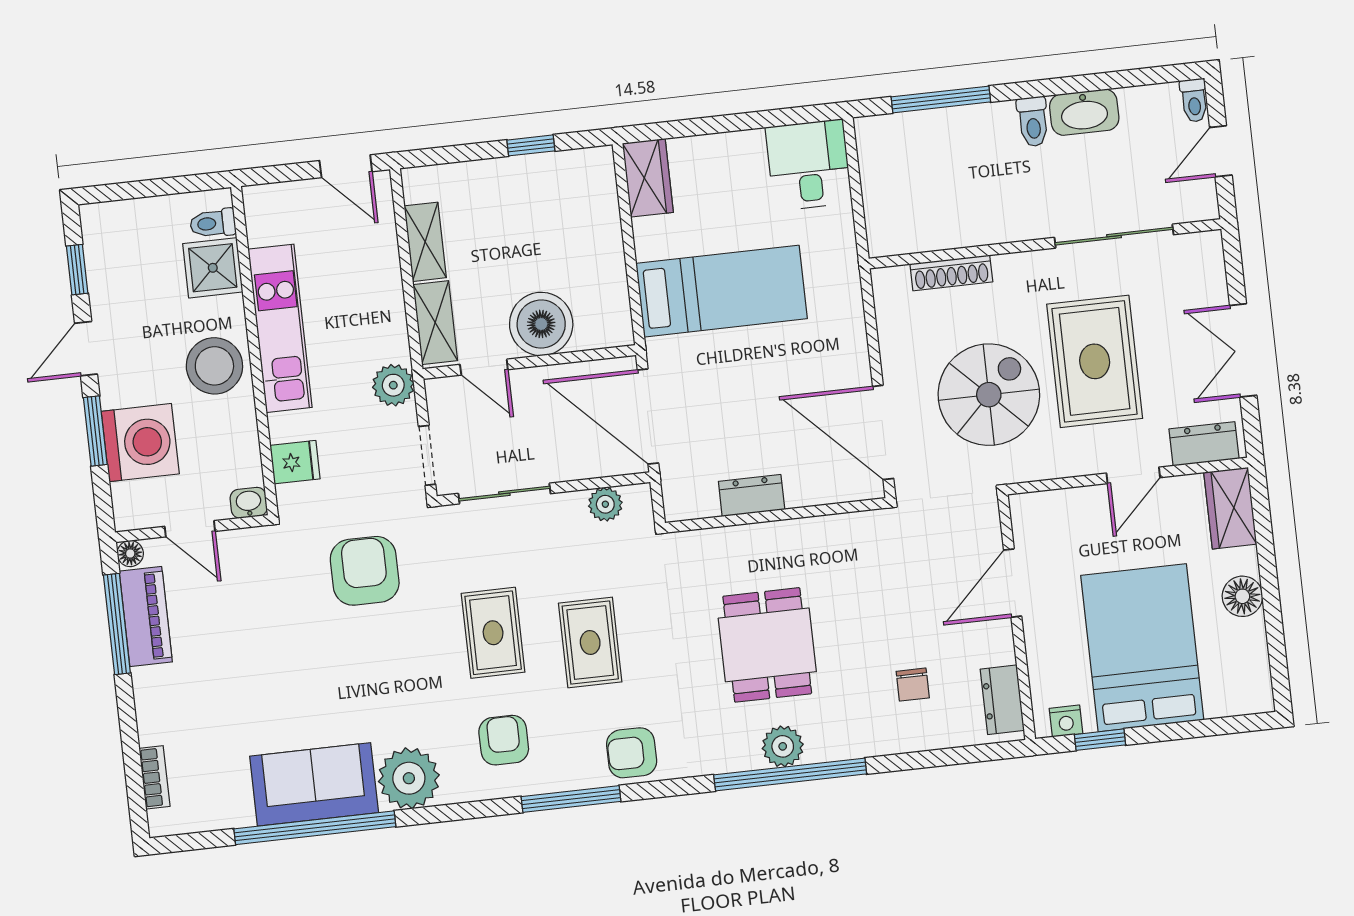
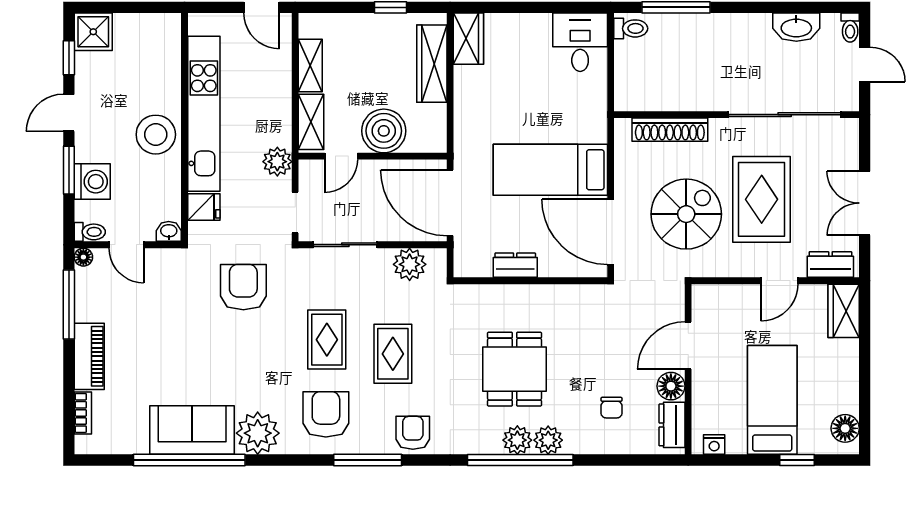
washbasin: (1084, 112) -> (796, 27), moved
toilet: (1033, 122) -> (631, 28), moved, turned -90
door: (1221, 151) -> (865, 65), swing flipped
wardrobe: (599, 220) -> (432, 64), added
toilet: (213, 223) -> (90, 232), moved, turned 180
sliding door: (1114, 236) -> (785, 115), width x1.36
shower: (213, 268) -> (93, 32), moved
shoe rack: (951, 273) -> (670, 130), width x1.36, depth x1.24
bed: (721, 291) -> (550, 170), moved, turned 180
kitchen unit: (280, 328) -> (204, 114), width x1.36
door: (484, 367) -> (341, 156), hinge flipped
washing machine: (140, 443) -> (92, 182), width x0.73, depth x0.73
plant: (605, 504) -> (410, 264), width x1.38, depth x1.38
floor lamp: (1242, 596) -> (845, 428), moved
piano: (146, 617) -> (89, 356), moved
floor lamp: (995, 644) -> (671, 386), added
bed: (1142, 648) -> (772, 400), width x0.67
armchair: (504, 740) -> (326, 414), width x1.38, depth x1.38
window: (1100, 740) -> (797, 460), moved
plant: (827, 742) -> (548, 440), added
armchair: (632, 753) -> (413, 433), turned 90

